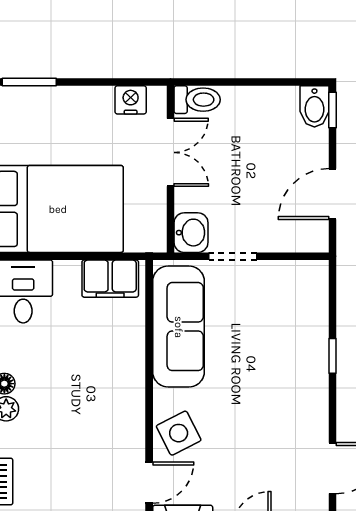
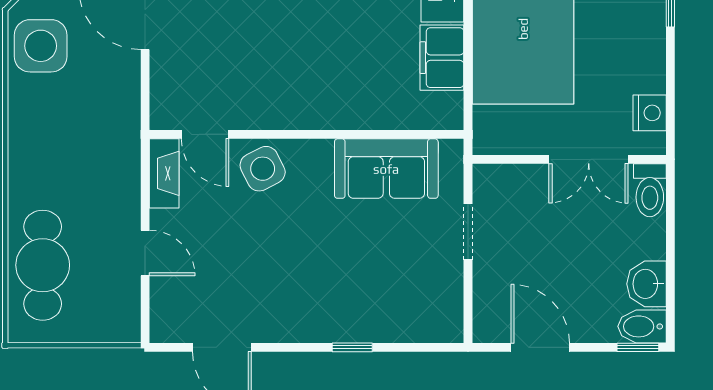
washbasin: (191, 233) -> (646, 284), moved, turned 90
filing cabinet: (110, 279) -> (442, 58), moved
sofa: (179, 327) -> (386, 169), width x0.73

